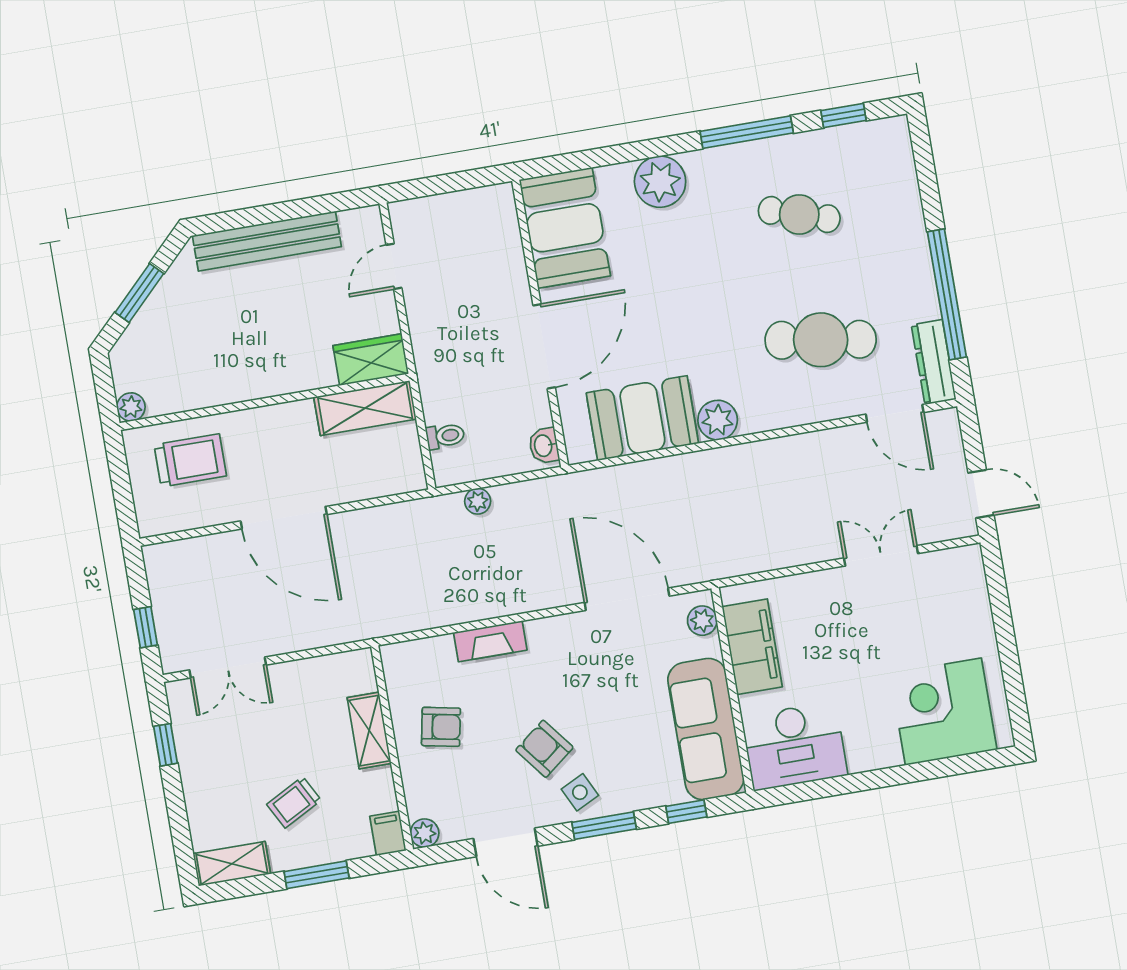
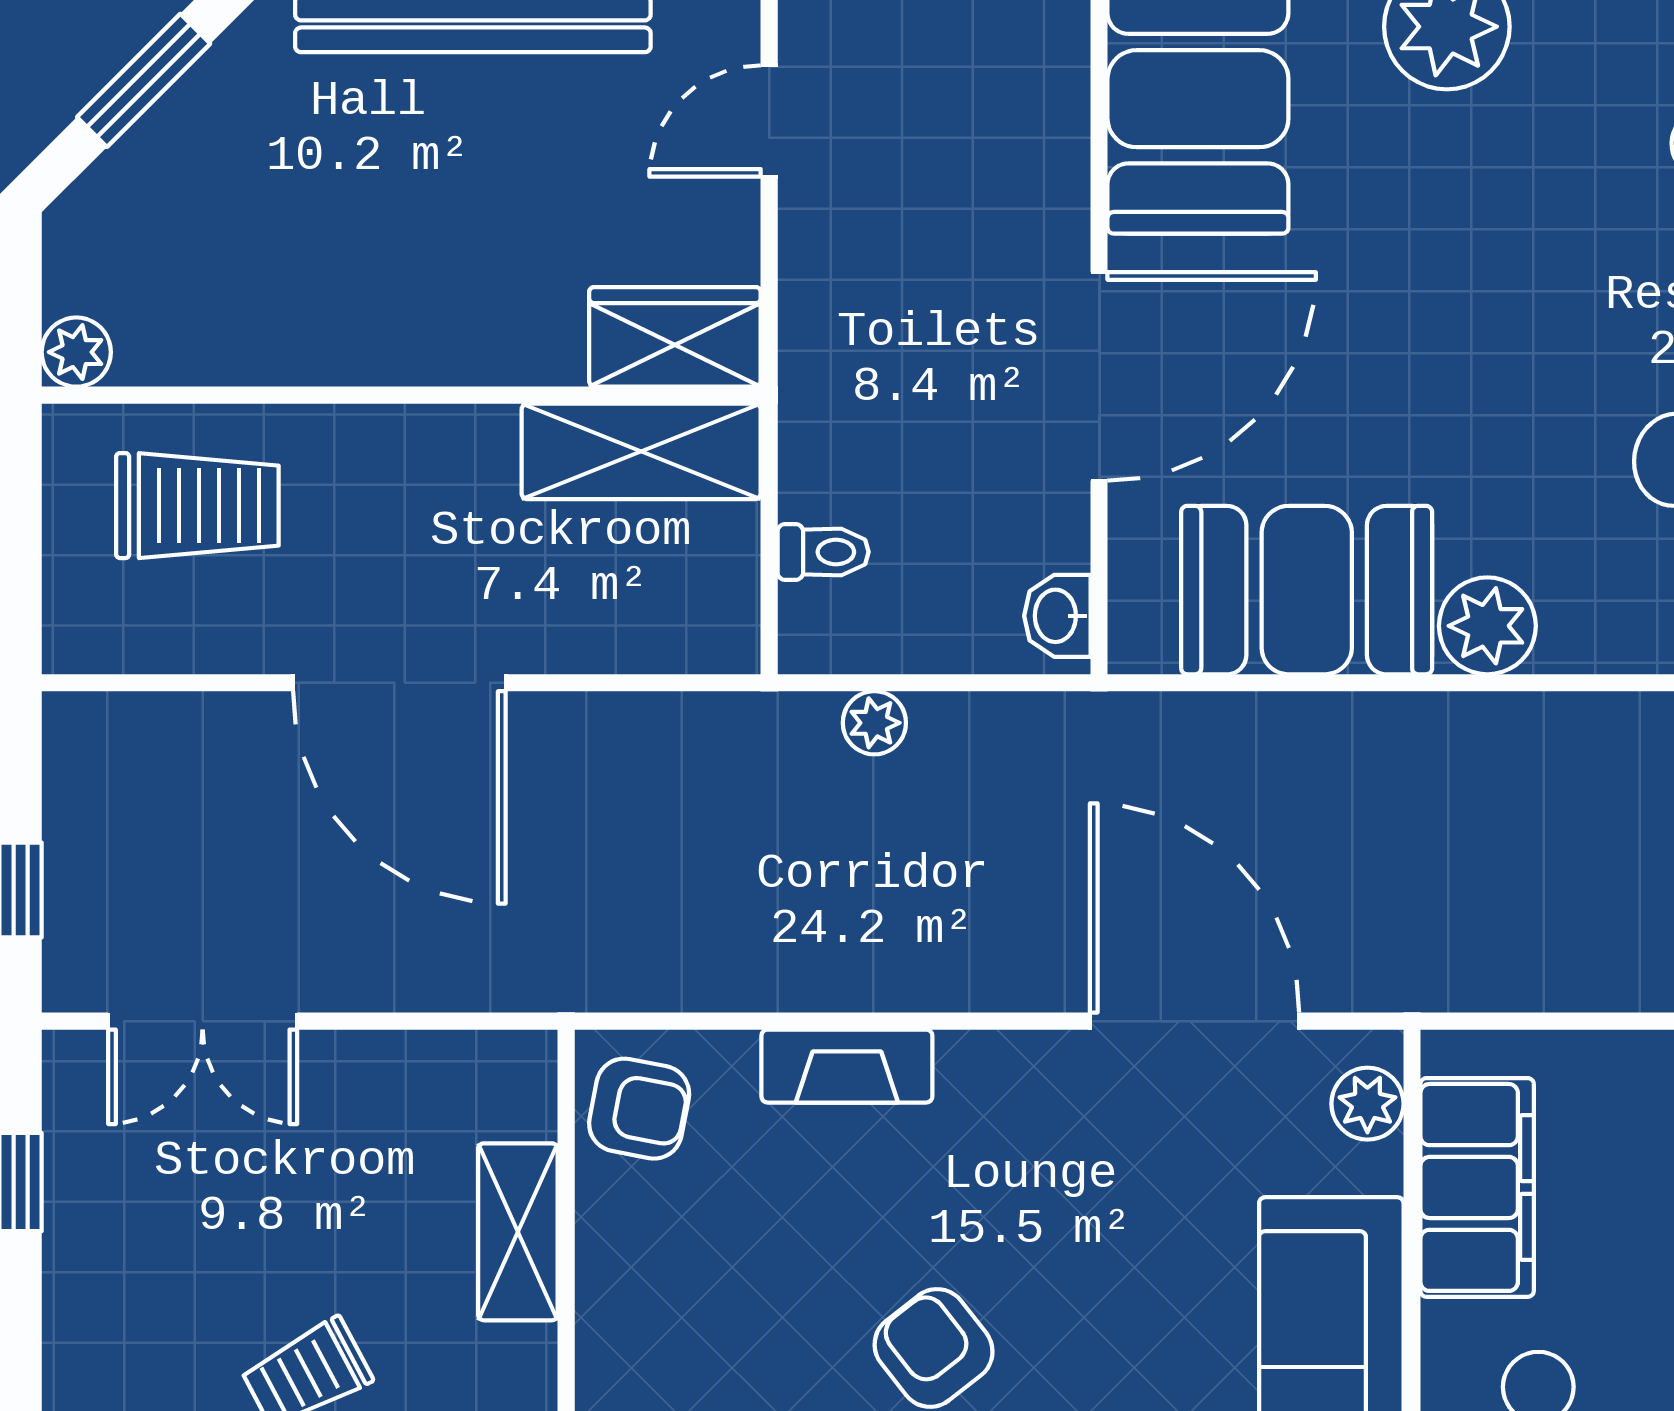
armchair: (441, 727) -> (639, 1109), moved

